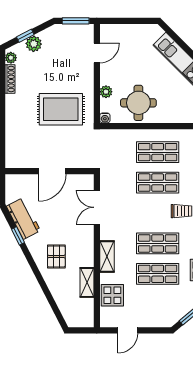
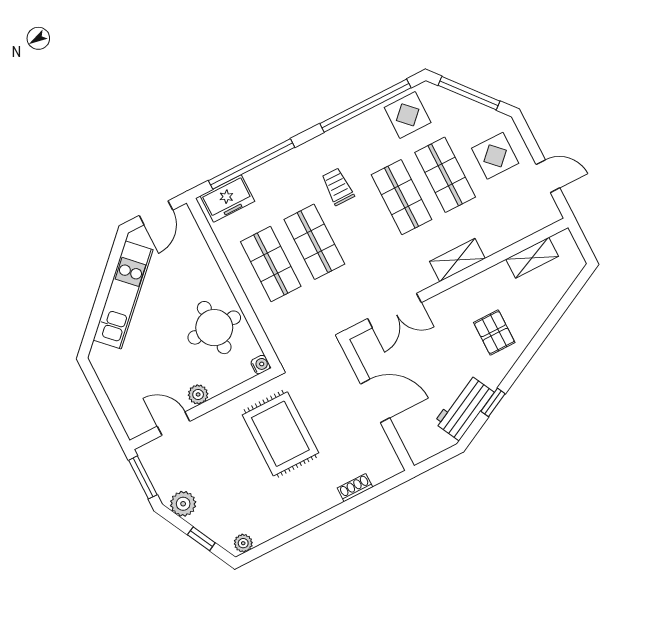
plant: (34, 44) -> (183, 504), moved
shoe rack: (10, 79) -> (355, 488), moved, width x0.70
plant: (106, 92) -> (198, 394), moved
pallet: (56, 256) -> (494, 332), turned 90
shelving: (87, 282) -> (532, 258), moved
display table: (112, 295) -> (495, 156), moved

